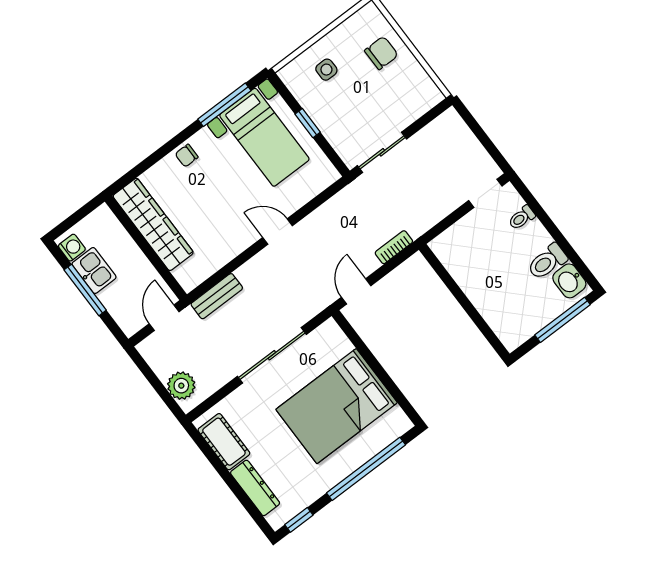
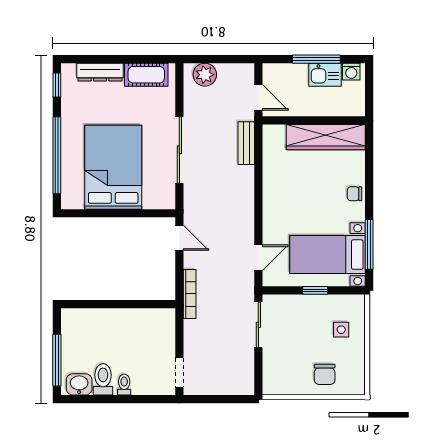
chair: (187, 156) -> (355, 194), turned -90
toilet: (522, 218) -> (124, 385), moved
door: (278, 232) -> (258, 258), moved
bookcase: (394, 247) -> (190, 294), width x1.56

